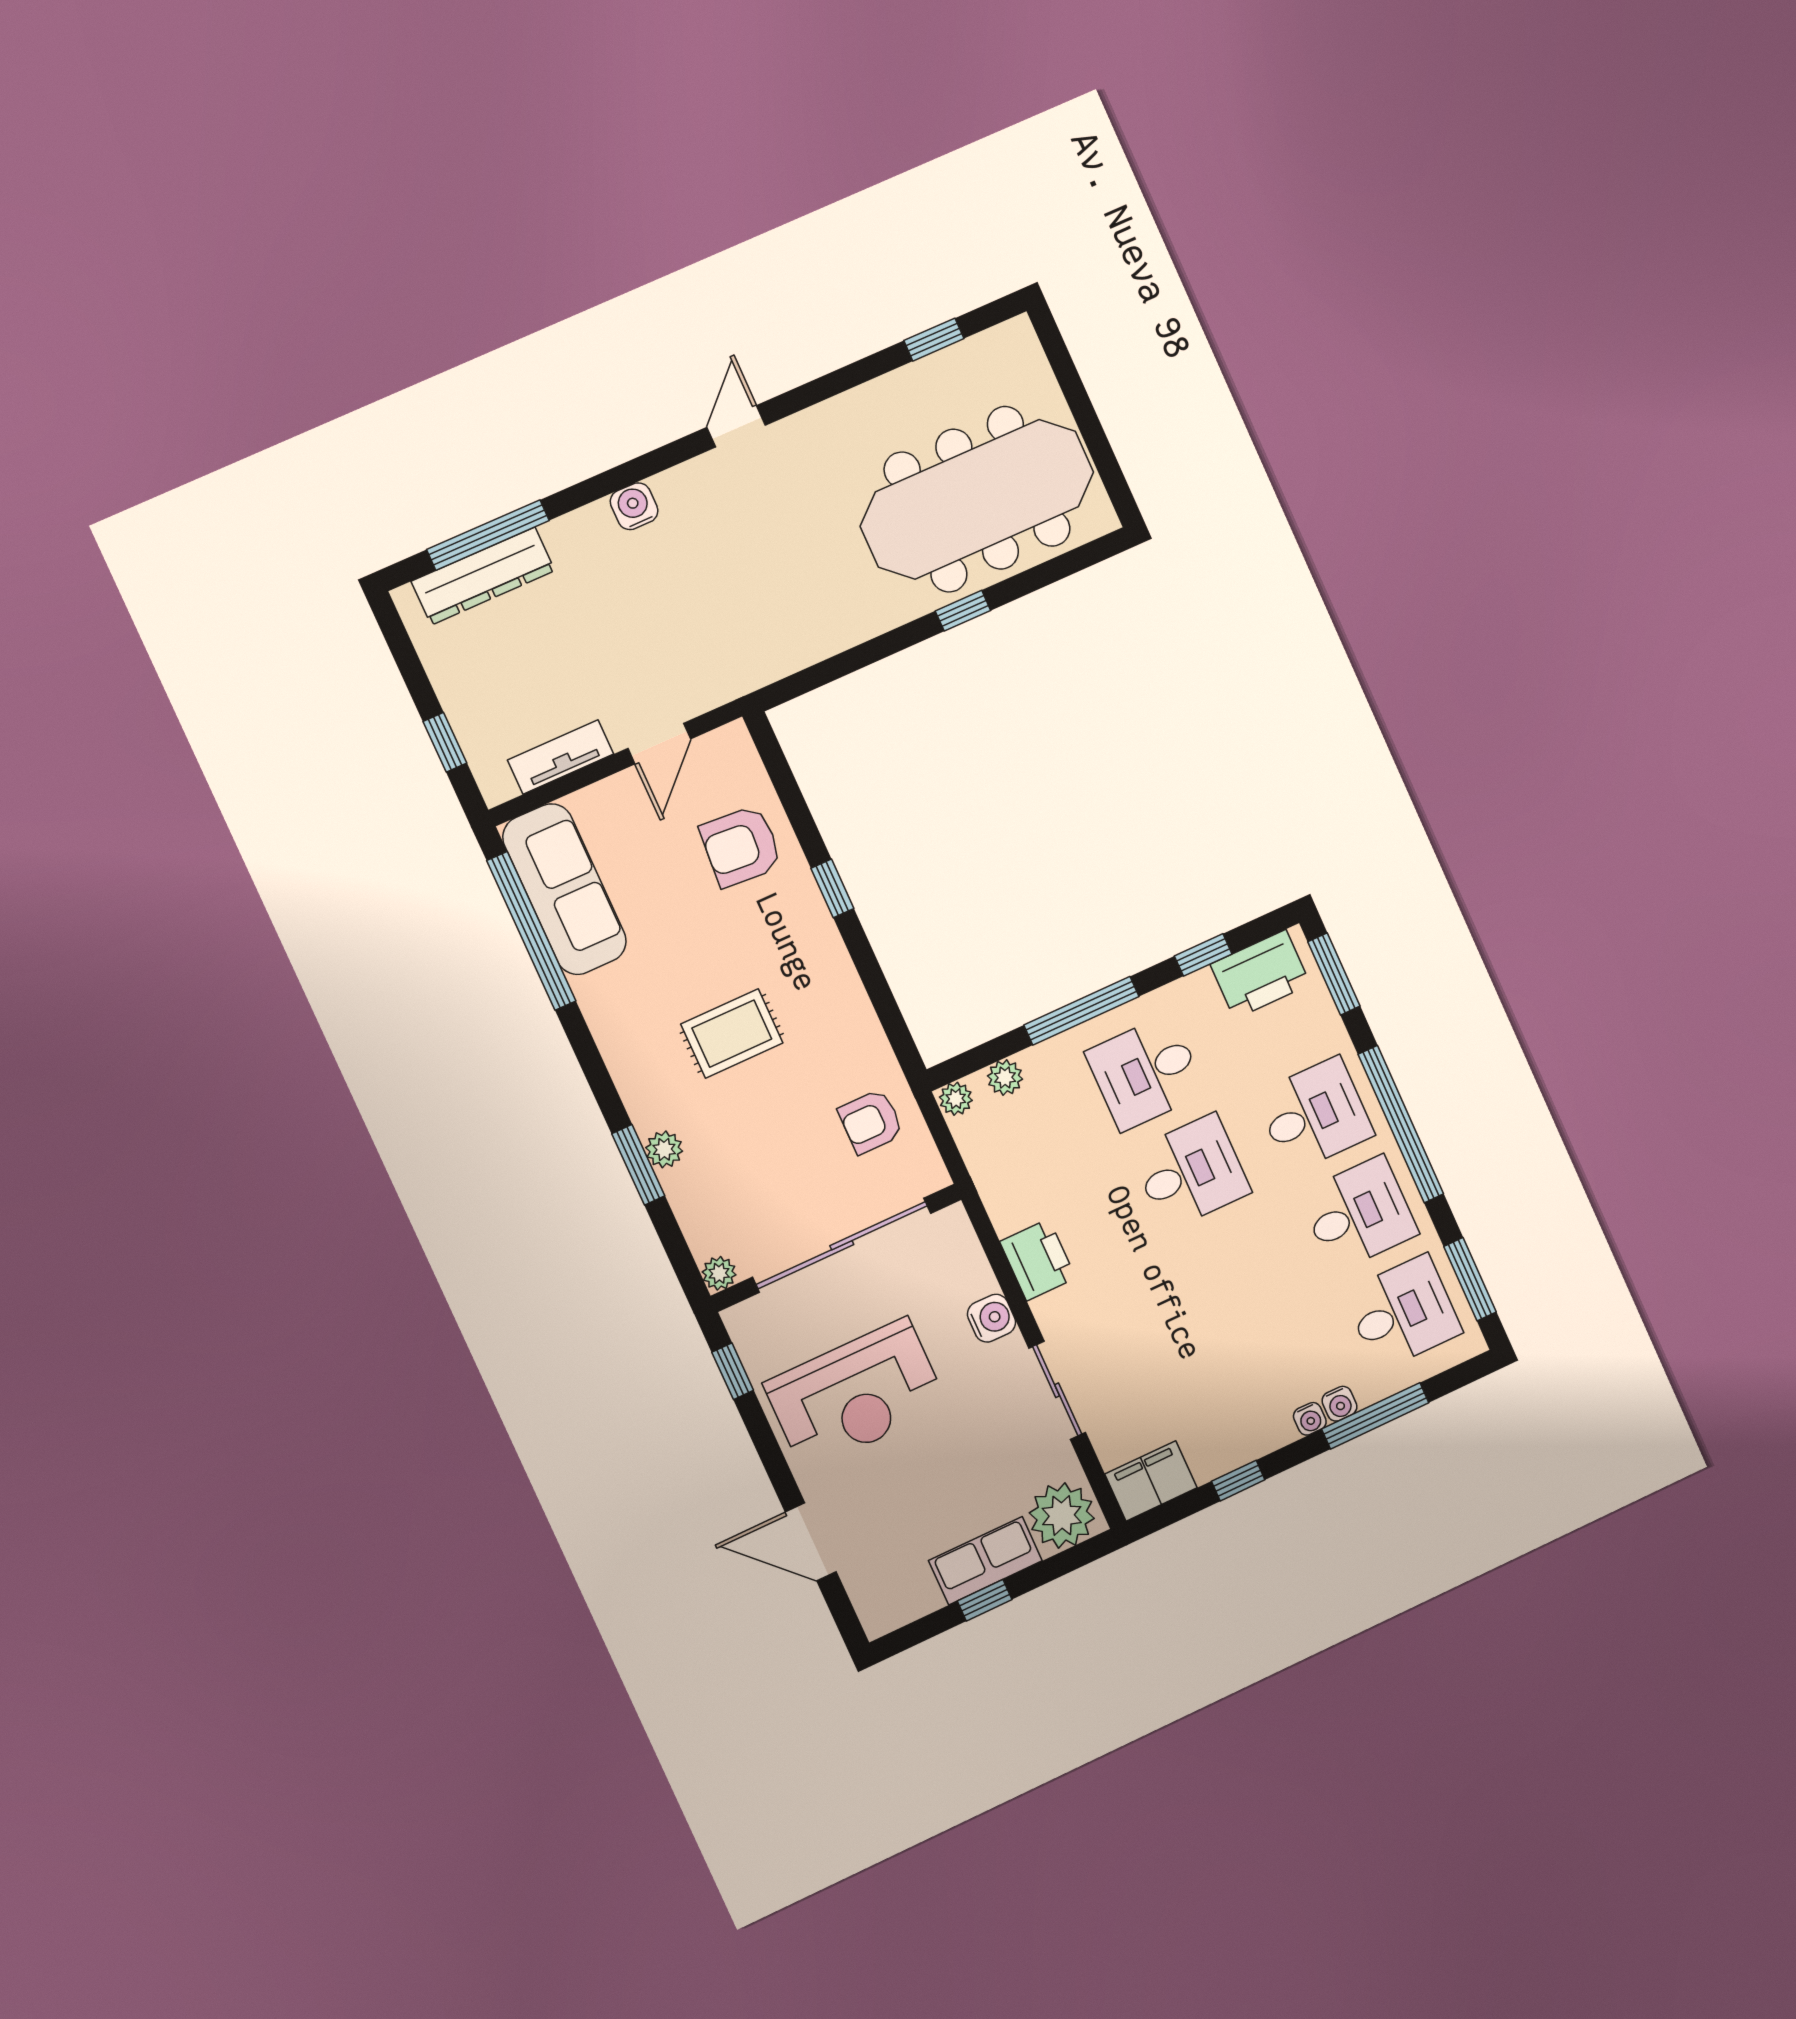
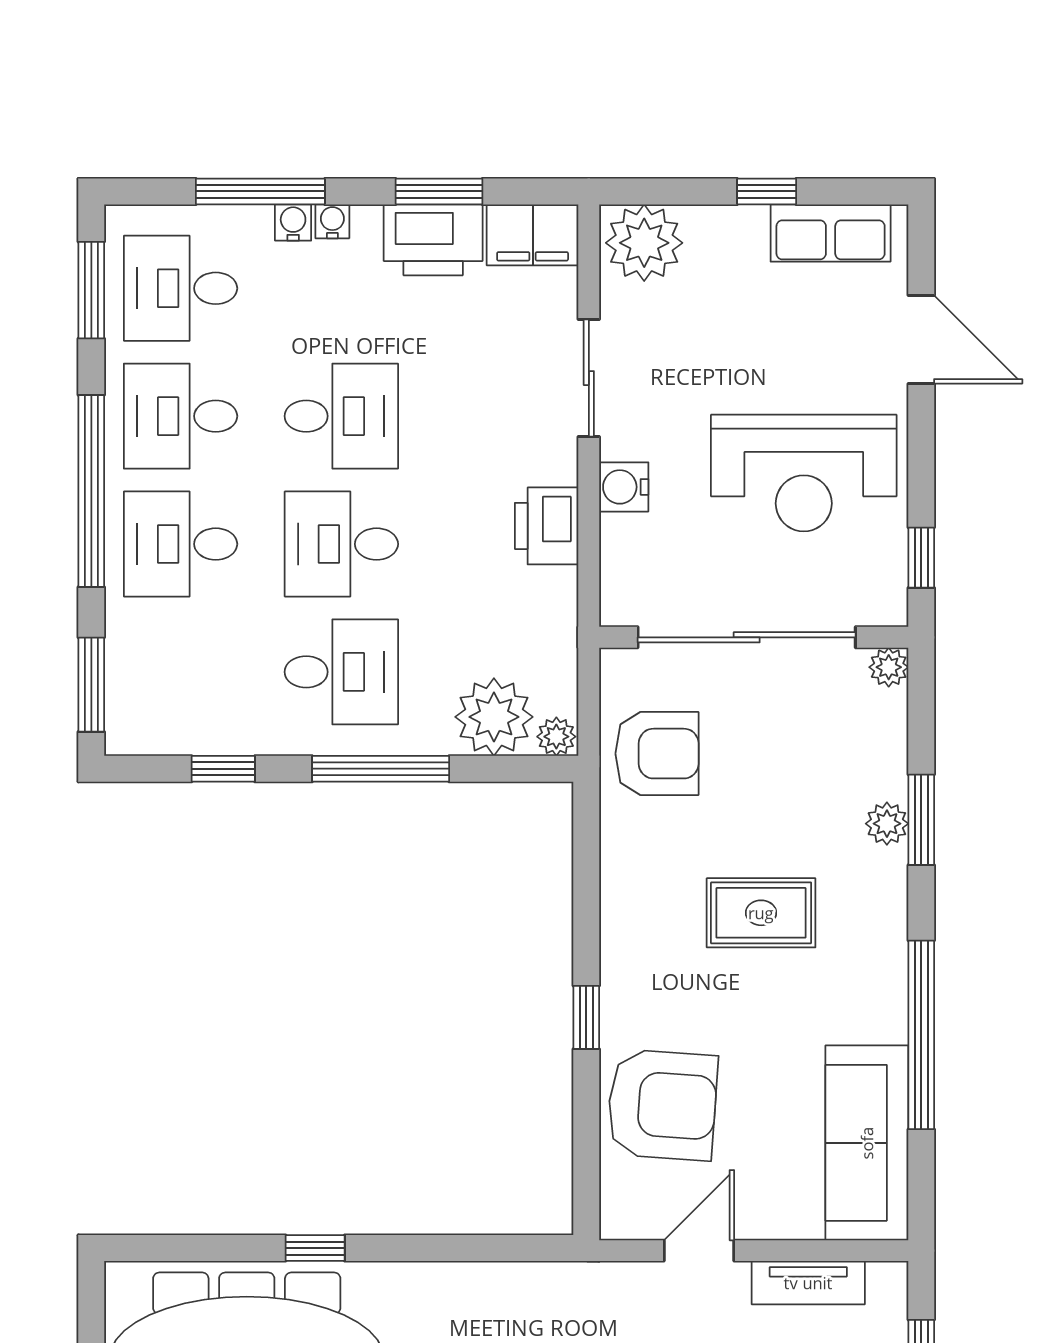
armchair: (741, 846) -> (662, 1105), width x1.36, depth x1.36
window: (531, 931) -> (921, 1035), moved
printer: (1260, 974) -> (433, 240), moved, turned 180
plant: (1005, 1077) -> (494, 717), width x1.88, depth x1.88
armchair: (871, 1121) -> (657, 754), width x1.38, depth x1.38
desk: (1235, 1271) -> (341, 416), added
reception desk: (856, 1395) -> (804, 473), turned 180
window: (1238, 1481) -> (439, 191), width x1.50
row of seats: (985, 1561) -> (831, 233), moved

